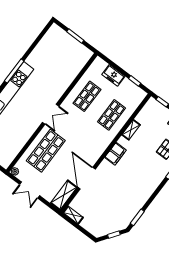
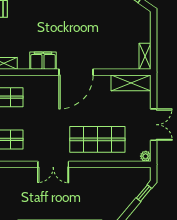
double door: (51, 114) -> (53, 164), swing flipped
door: (86, 178) -> (76, 72), moved

